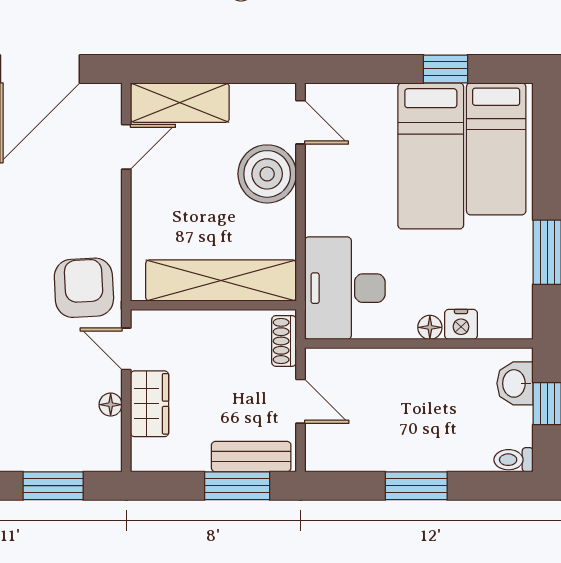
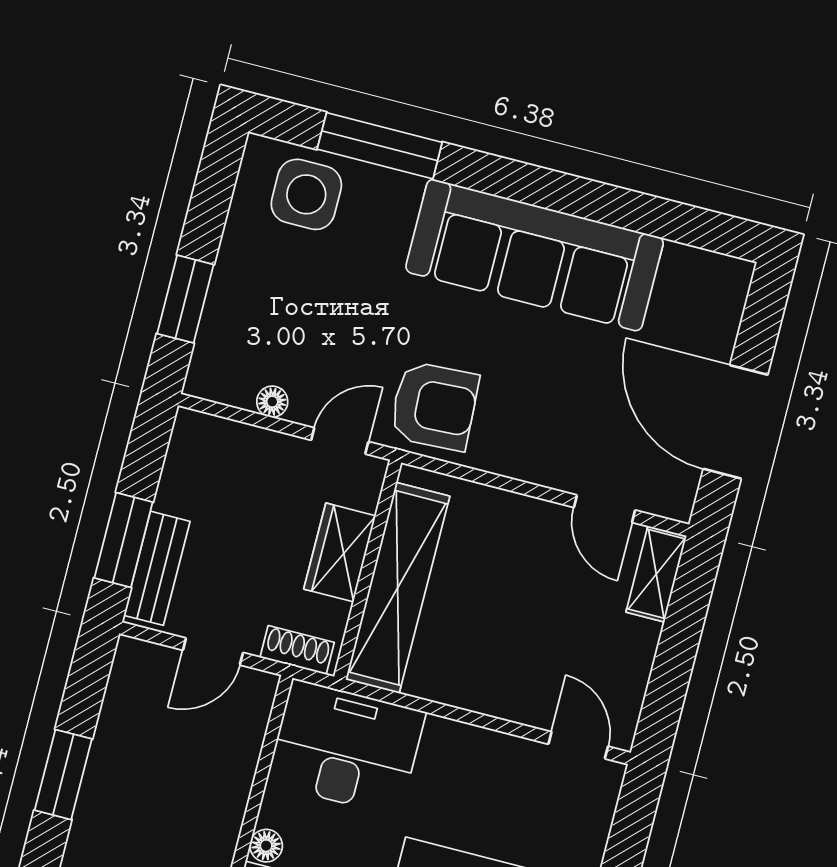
shelving: (180, 103) -> (656, 574), width x0.67, depth x0.75
door: (300, 122) -> (578, 745), swing flipped
boiler: (267, 174) -> (522, 684), removed
wardrobe: (150, 404) -> (340, 552), moved, turned 90

